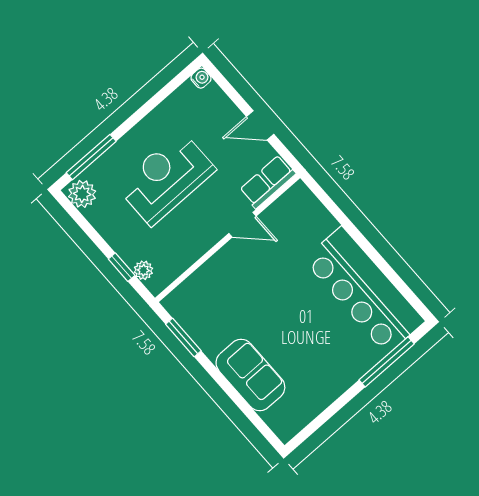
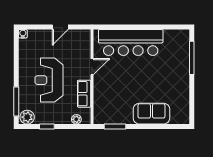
row of seats: (267, 182) -> (84, 94), moved
window: (122, 267) -> (47, 126), moved
bar counter: (364, 290) -> (131, 42), moved

